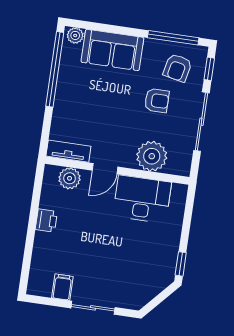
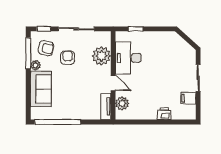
plant: (75, 35) -> (35, 65), moved
printer: (46, 220) -> (164, 114), moved
window: (181, 264) -> (136, 29), moved

